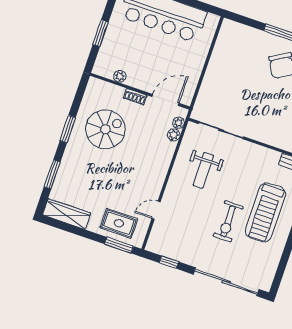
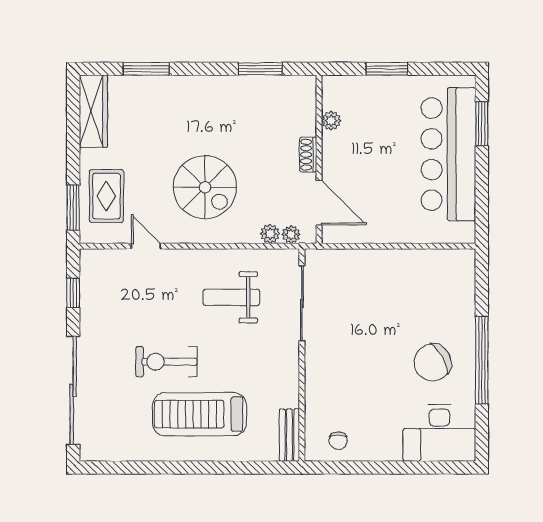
window: (68, 129) -> (260, 69), moved
spiral stairs: (105, 129) -> (205, 187), moved

